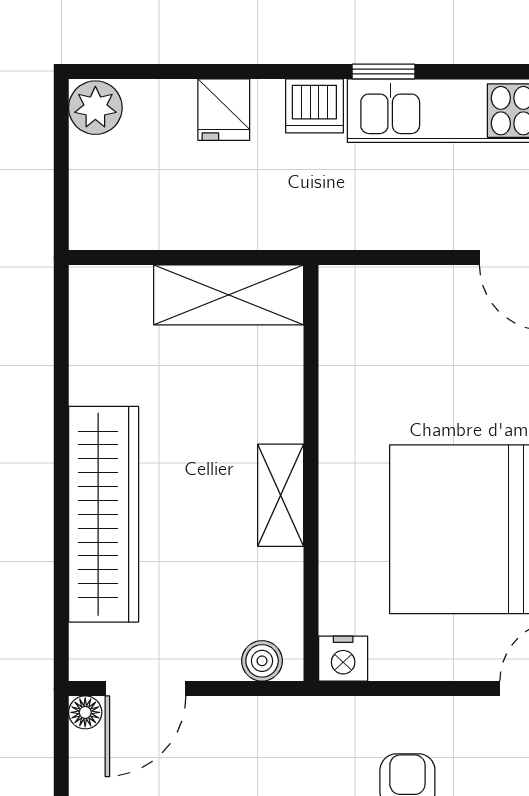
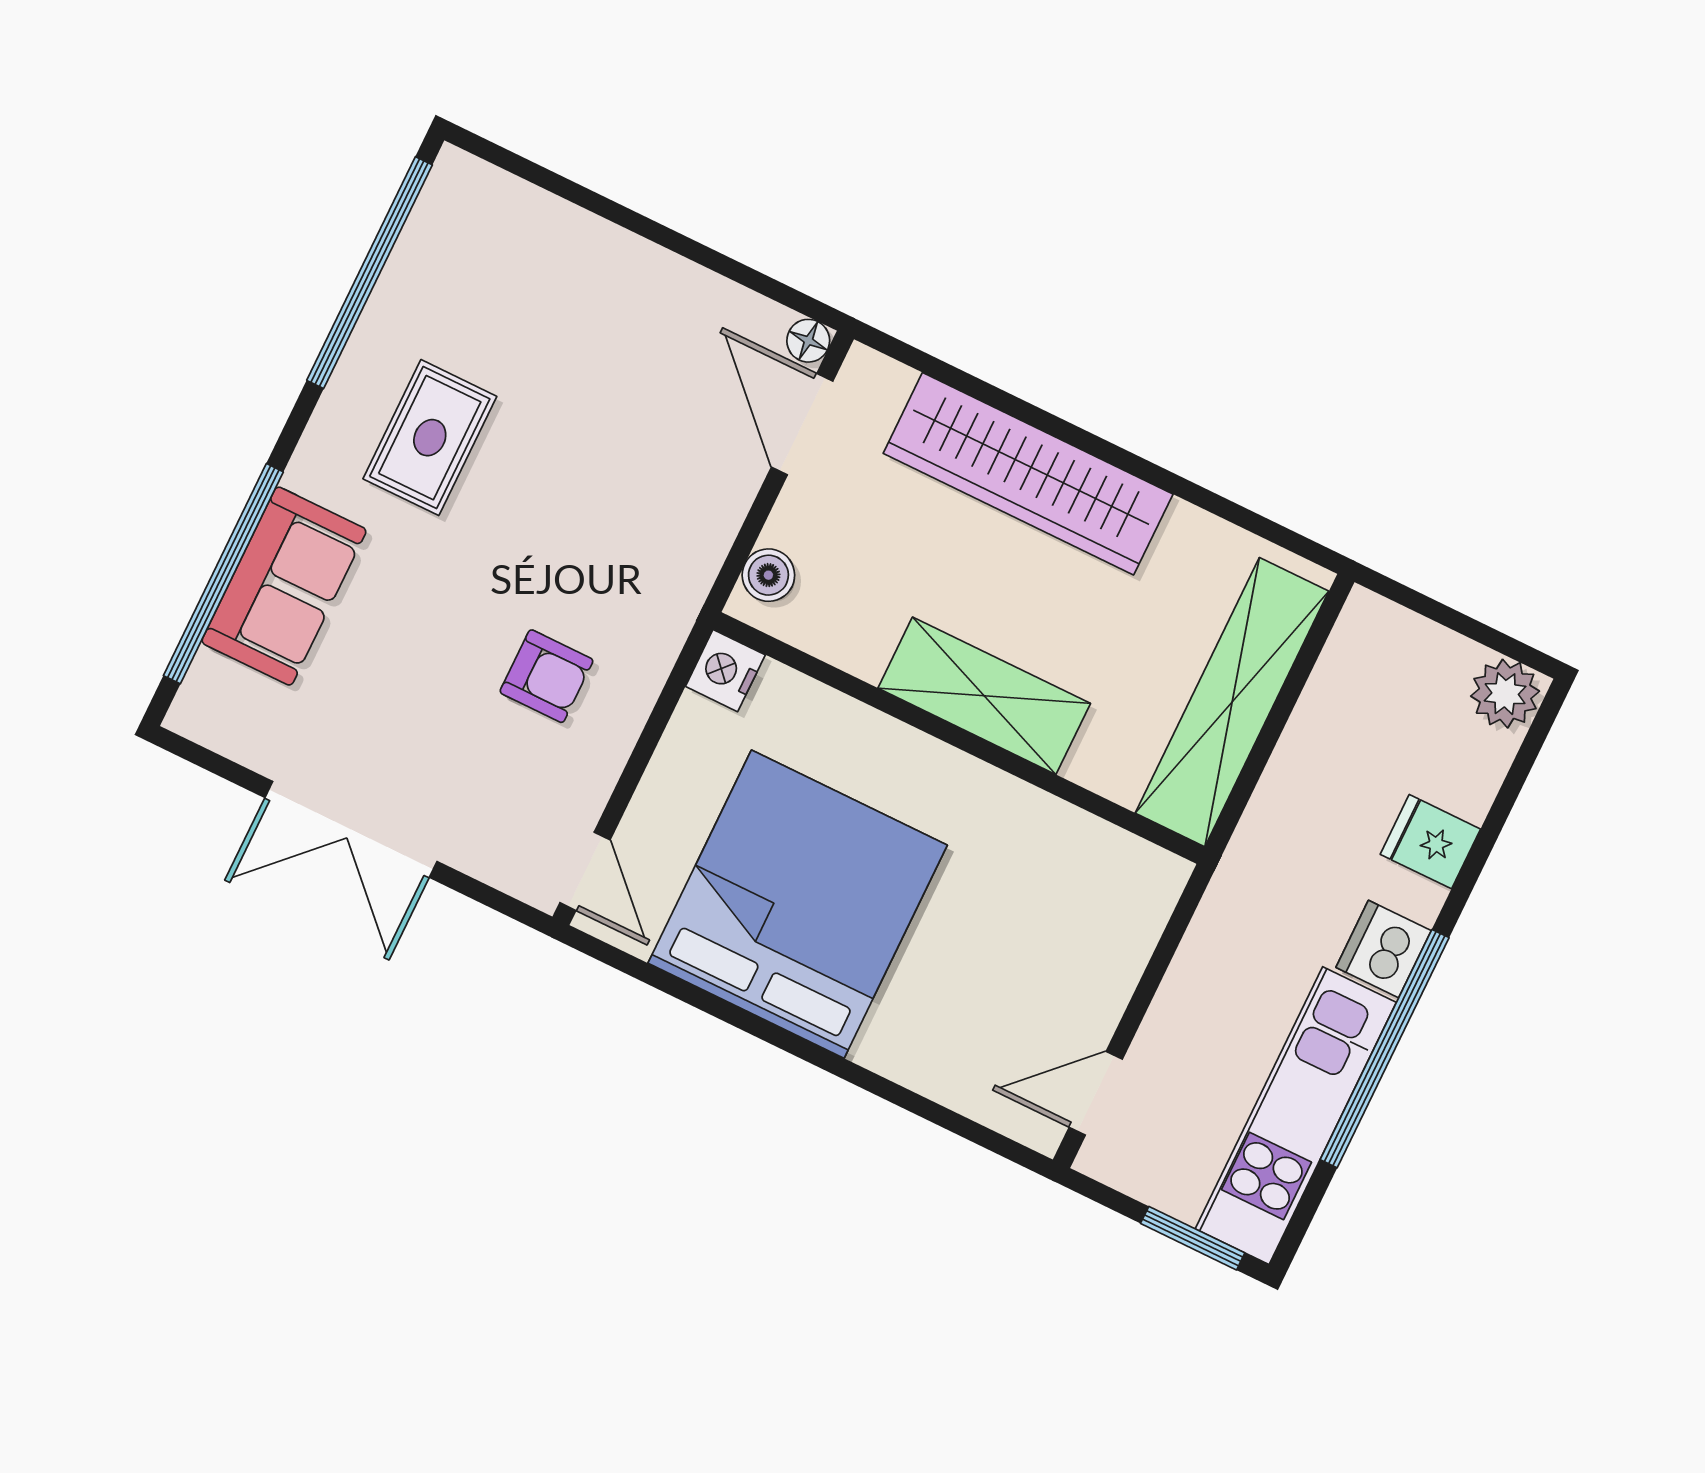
window: (383, 71) -> (1385, 1049), width x3.17
shelving: (229, 295) -> (1232, 702), width x1.47
shelving: (281, 495) -> (984, 696), width x1.50, depth x1.33

